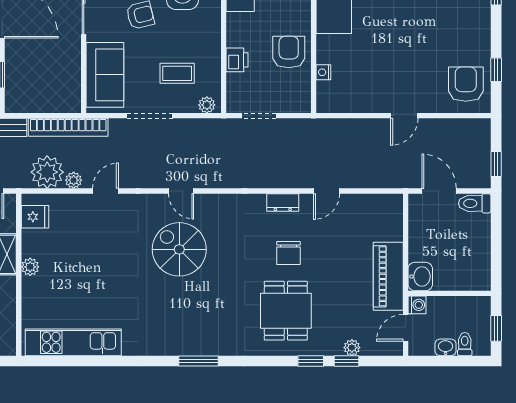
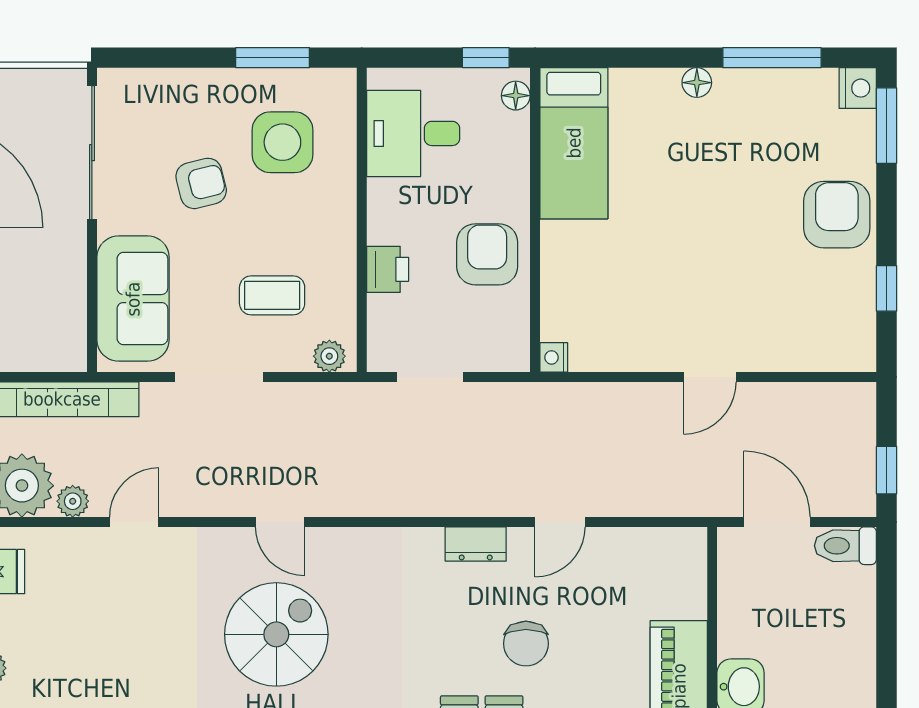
nightstand: (323, 72) -> (554, 357), moved
armchair: (466, 84) -> (837, 215), moved
spiral stairs: (179, 249) -> (276, 634), turned 90
chair: (289, 253) -> (526, 644), moved

